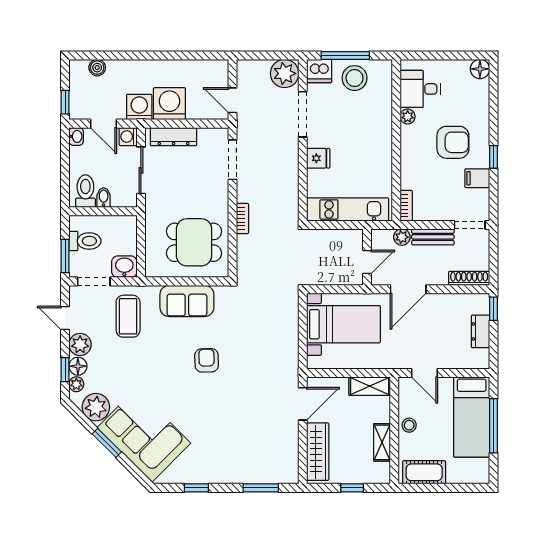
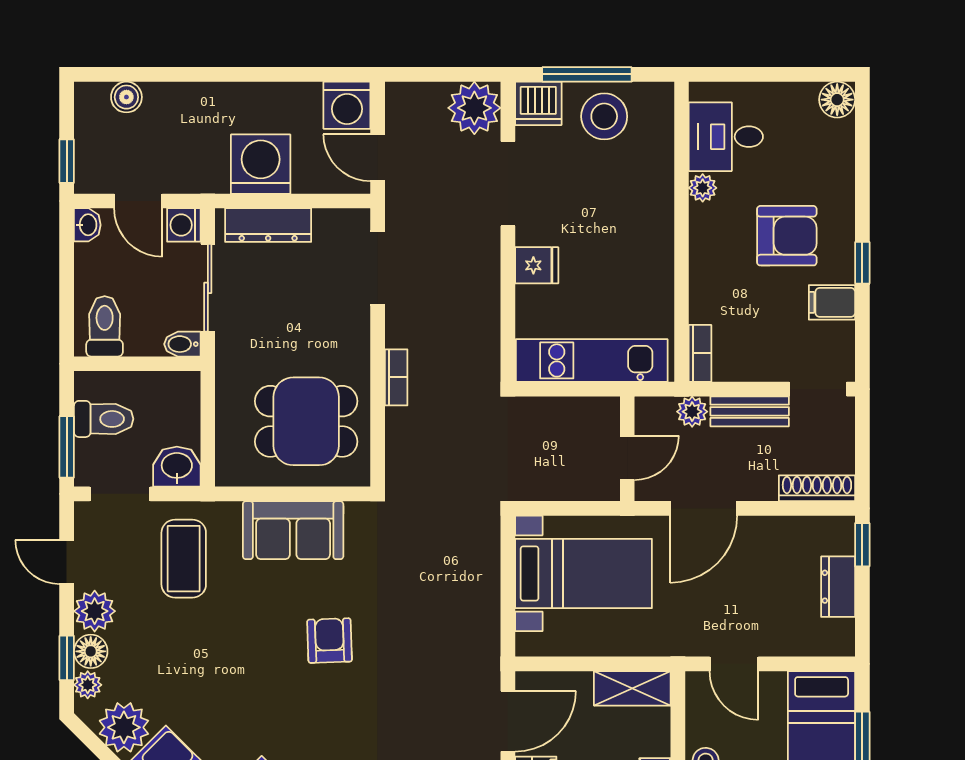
washing machine: (139, 107) -> (347, 105), moved, turned 180
bidet: (104, 198) -> (182, 344), moved, turned -90

